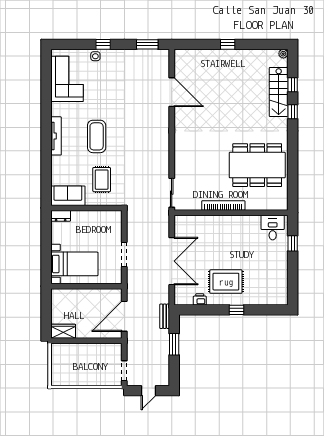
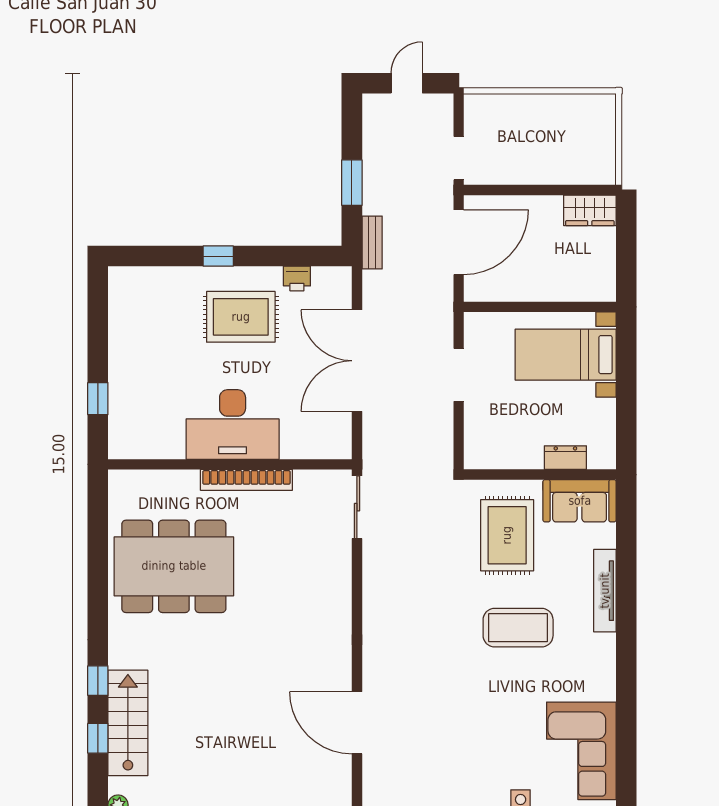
tv unit: (56, 136) -> (605, 591), moved
coffee table: (97, 136) -> (518, 628), turned 90
rug: (102, 180) -> (507, 535), width x1.36, depth x1.43
dresser: (61, 216) -> (565, 458), moved
desk: (273, 228) -> (233, 425), moved, width x1.87, depth x1.30
doorway: (124, 371) -> (459, 158), moved

